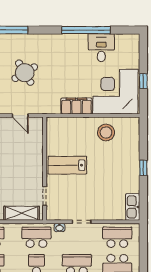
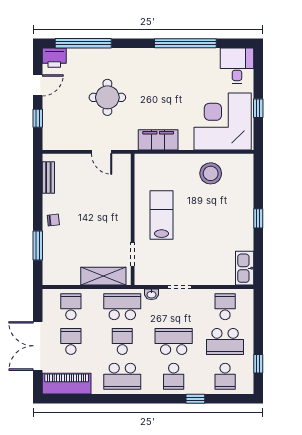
desk: (101, 48) -> (237, 66), moved
round table: (25, 73) -> (107, 97), turned 31
filing cabinet: (76, 106) -> (158, 140), moved
lab bench: (67, 165) -> (161, 215), turned 90
school desk: (117, 237) -> (225, 307), width x0.54

